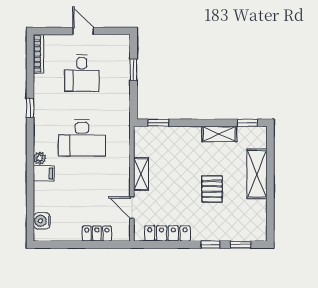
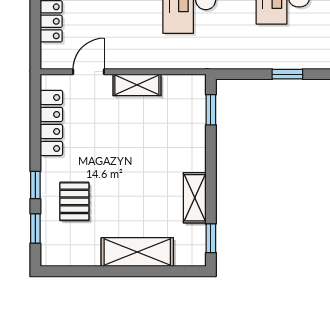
pallet: (212, 189) -> (74, 201), moved, turned 90

